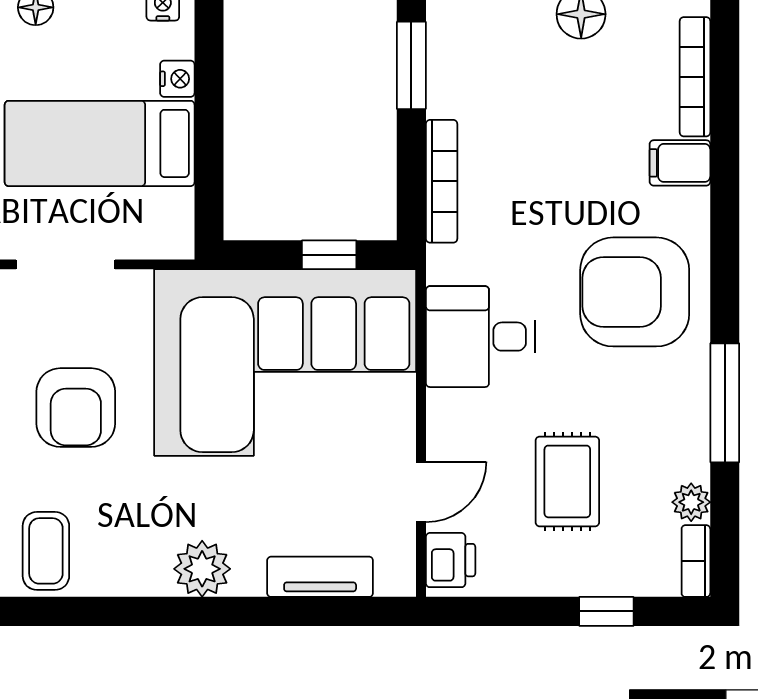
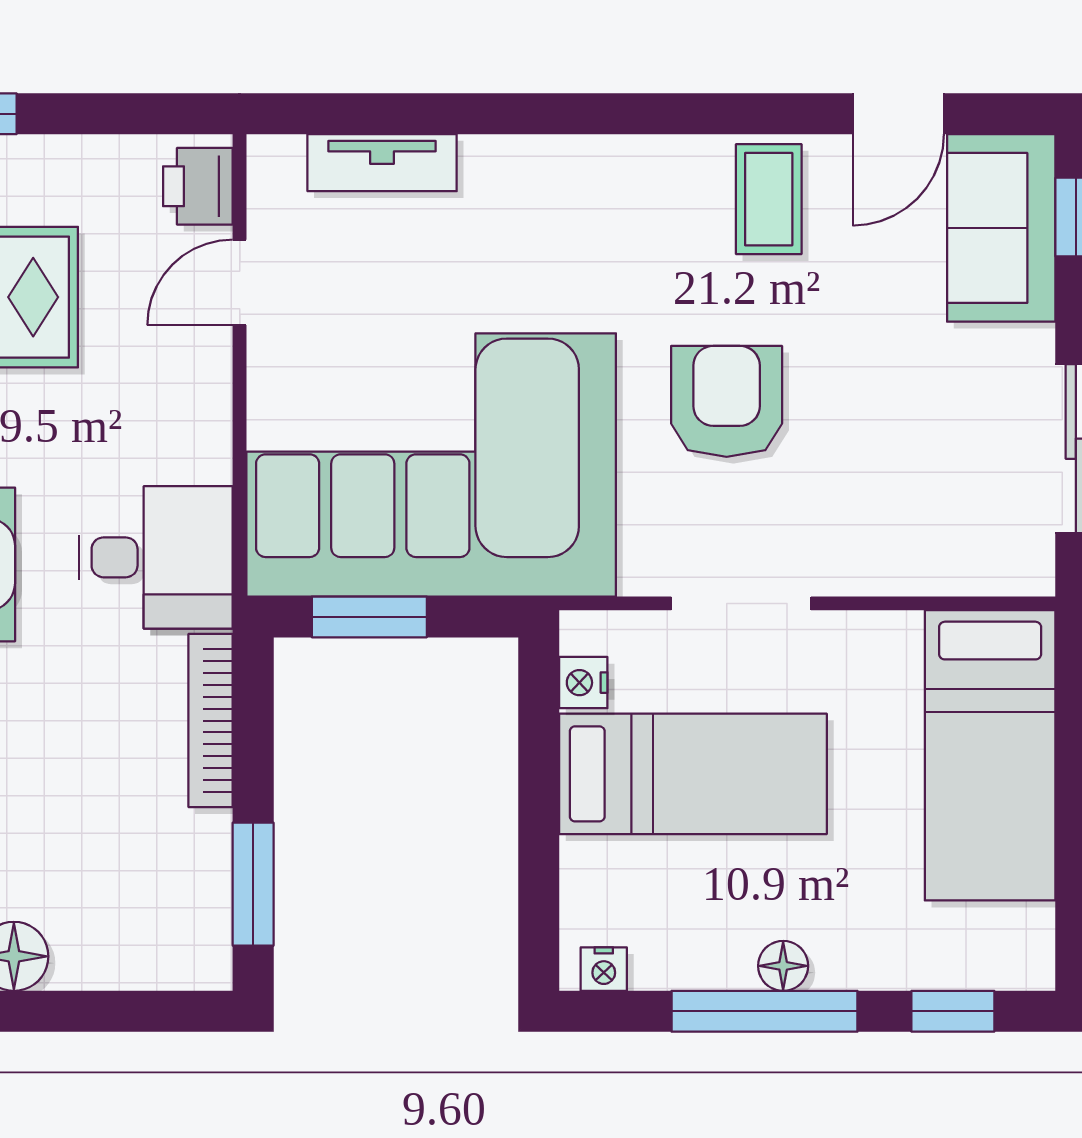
nightstand: (177, 79) -> (583, 683), moved
window: (329, 255) -> (369, 617), width x1.50
desk: (480, 337) -> (156, 557), moved
plant: (202, 569) -> (548, 174), removed

